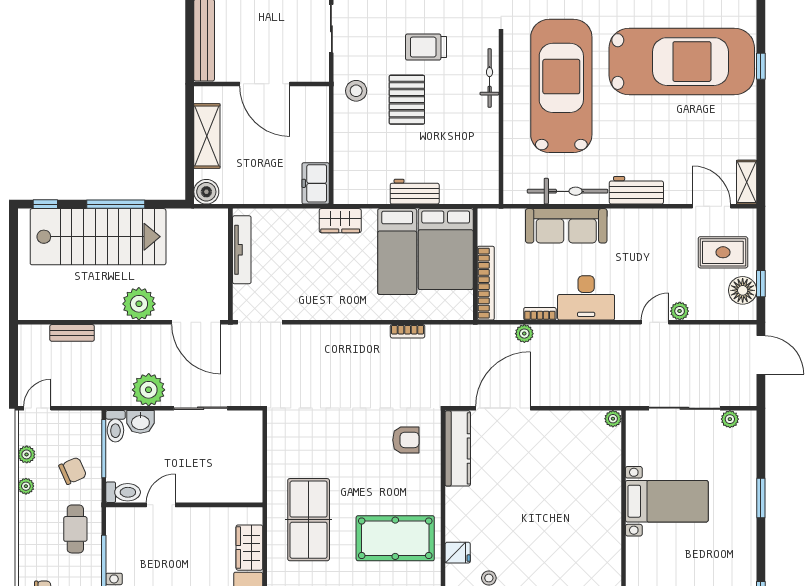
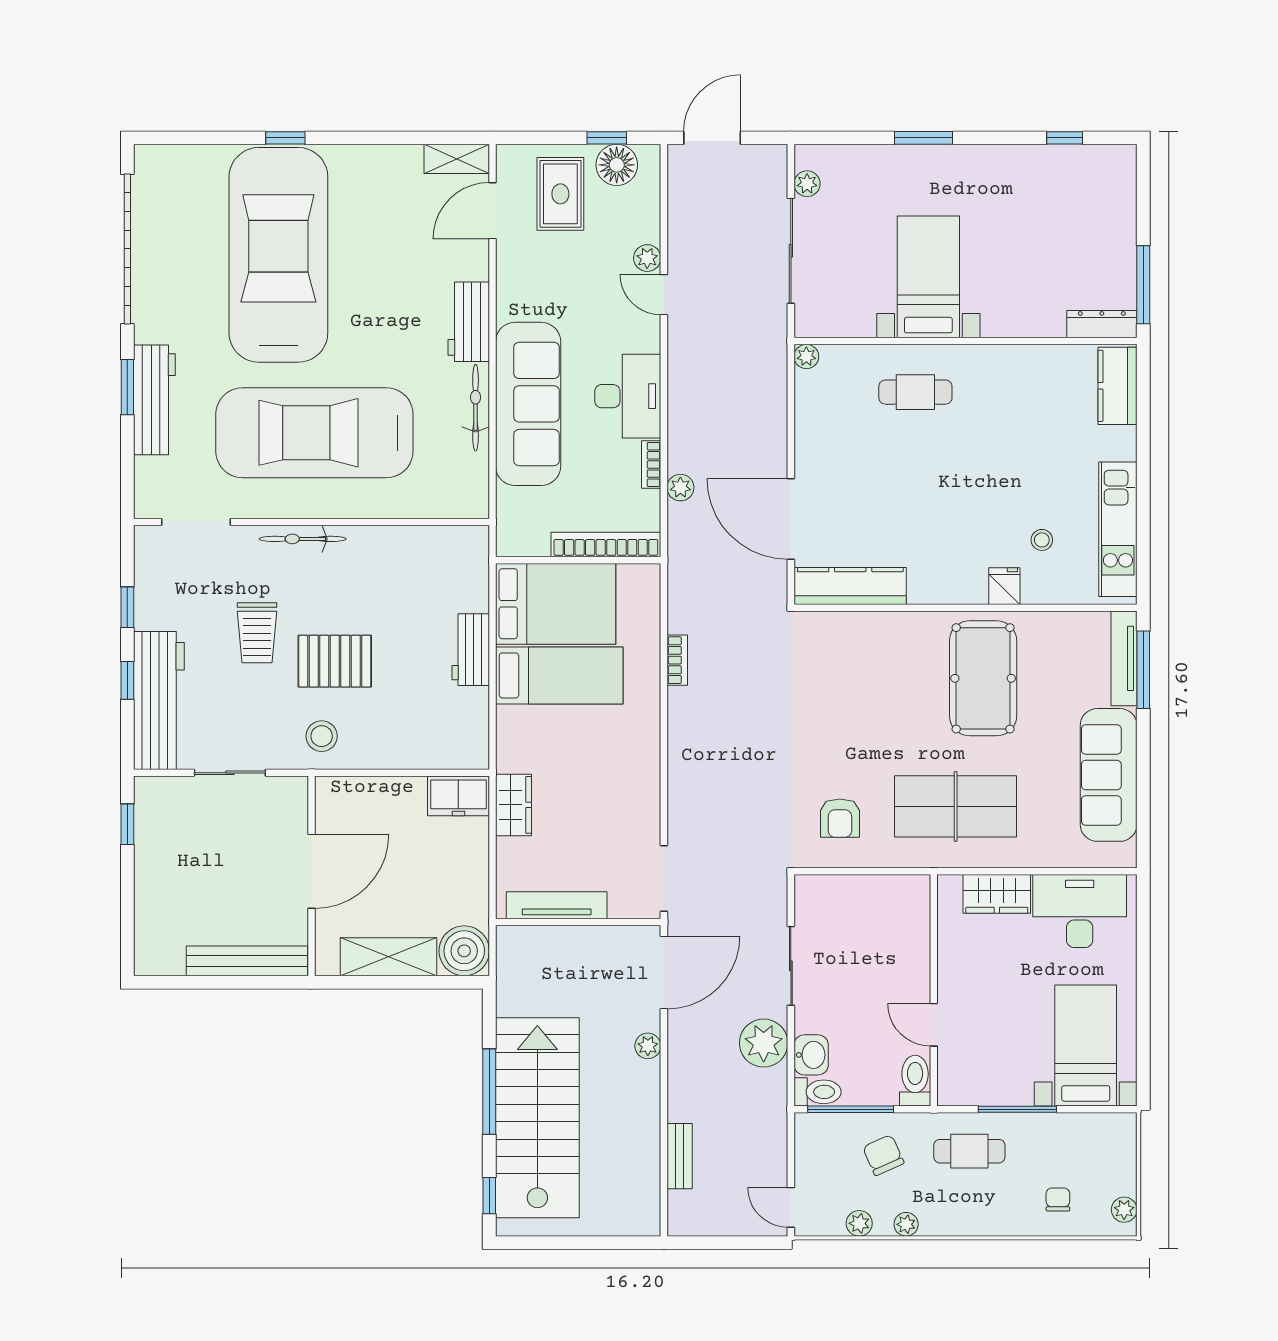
bicycle: (568, 191) -> (476, 408), width x0.73, depth x0.71
boiler: (206, 192) -> (464, 951), width x1.37, depth x1.37
wardrobe: (340, 221) -> (514, 805), moved
sofa: (566, 226) -> (528, 404), width x1.36, depth x1.27
plant: (139, 304) -> (648, 1046), width x0.53, depth x0.53
armchair: (406, 440) -> (840, 818), moved, turned 180
cafe table: (589, 492) -> (915, 392), added

